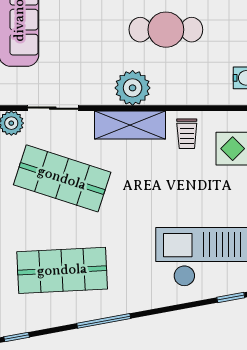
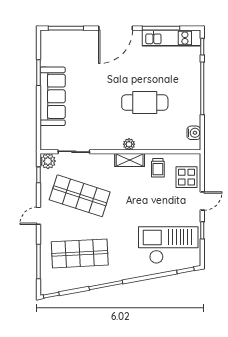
plant: (133, 88) -> (129, 144), width x0.53, depth x0.53
shelving: (130, 125) -> (130, 160), width x0.67, depth x0.75

